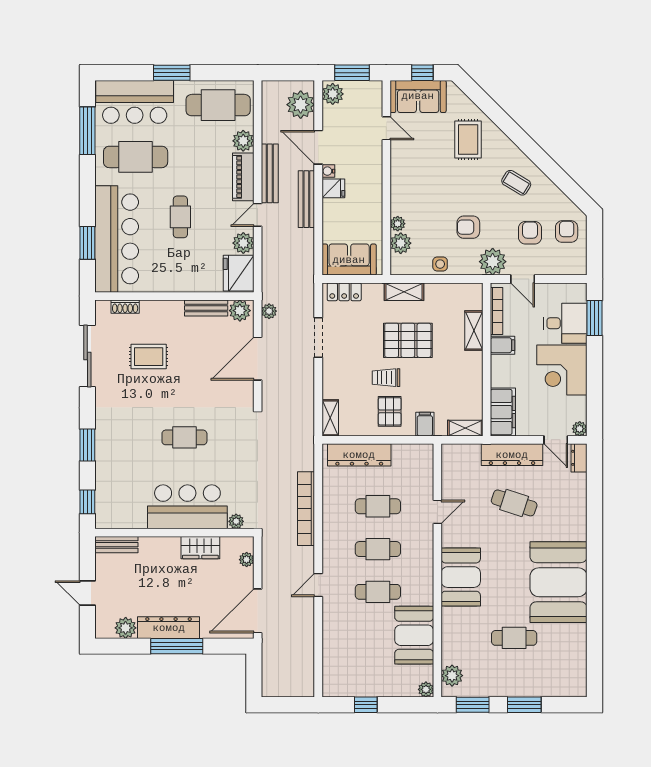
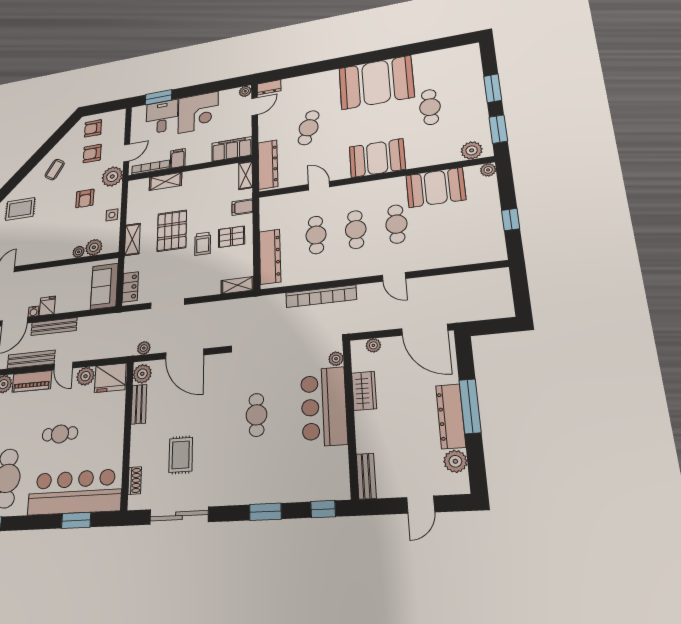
dresser: (512, 455) -> (268, 164), moved

